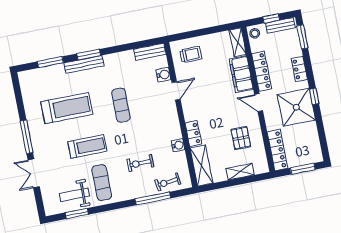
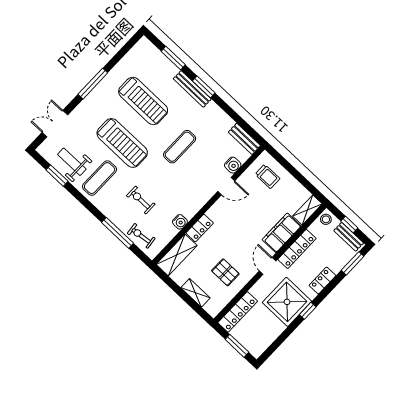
pallet: (241, 138) -> (225, 272), turned 90
treadmill: (87, 146) -> (122, 143), width x1.37, depth x1.38
double door: (34, 173) -> (55, 124), moved

